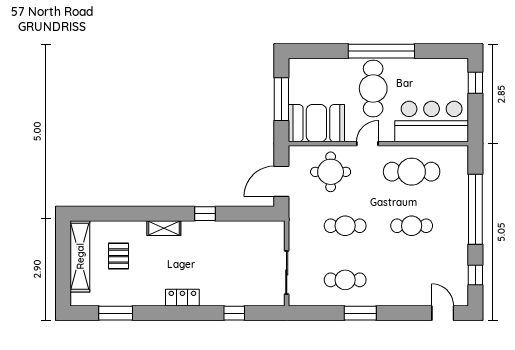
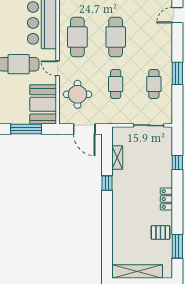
cafe table: (412, 226) -> (116, 37), width x1.37, depth x1.35
shelving: (164, 228) -> (117, 157), moved
pallet: (119, 256) -> (161, 232), moved

